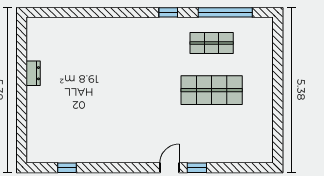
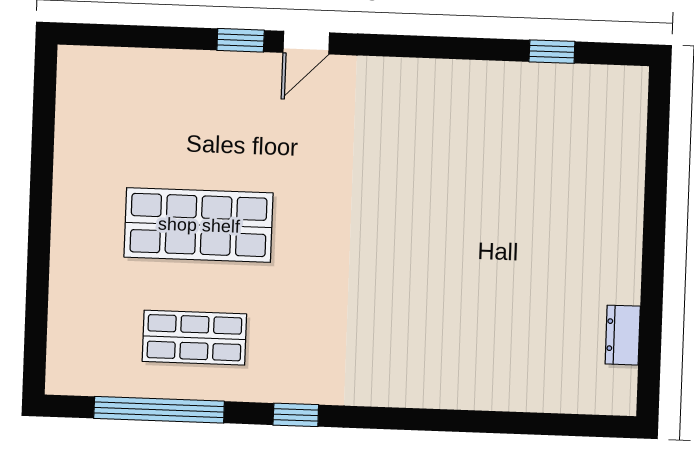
dresser: (33, 73) -> (623, 335), moved

